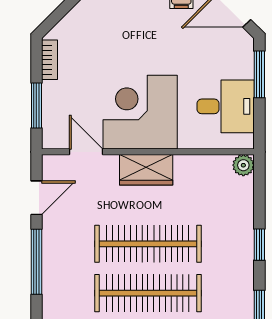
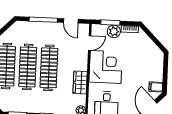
plant: (57, 97) -> (114, 31), added
wardrobe: (146, 170) -> (80, 82), moved

